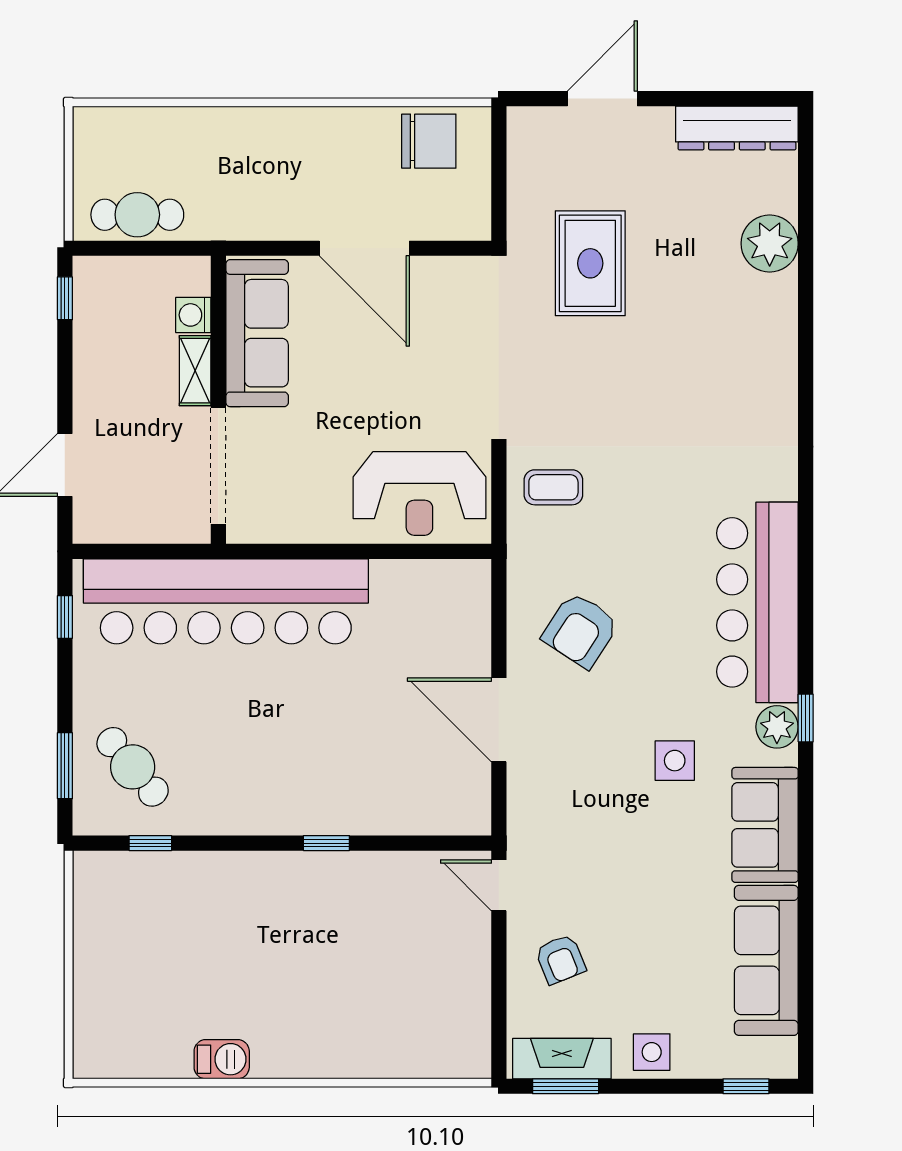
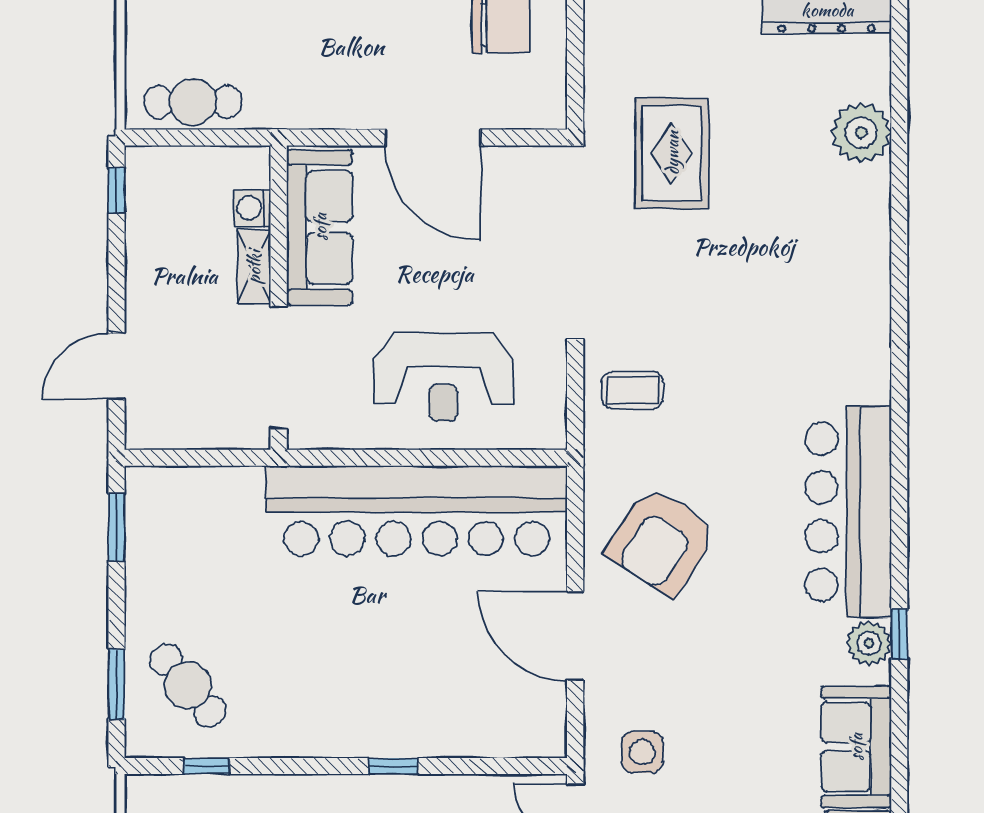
reception desk: (419, 493) -> (443, 377), moved
bar counter: (226, 601) -> (417, 511), moved
window: (65, 617) -> (117, 527), width x1.50
armchair: (580, 630) -> (661, 541), width x1.36, depth x1.36
side table: (675, 761) -> (642, 752), moved

